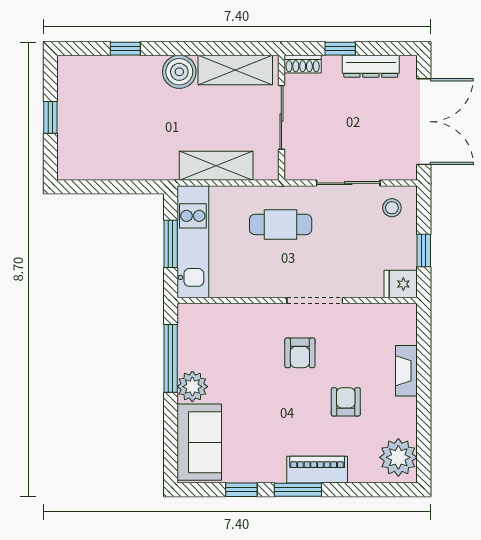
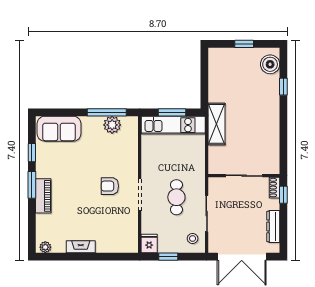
window: (340, 49) -> (283, 195), moved
shelving: (235, 70) -> (271, 149), removed
boiler: (179, 72) -> (270, 64), moved
shelving: (216, 166) -> (217, 124), moved
cafe table: (281, 224) -> (176, 197), moved
fireplace: (406, 371) -> (81, 247), moved
plant: (192, 387) -> (112, 125), moved
armchair: (346, 402) -> (82, 212), removed
plant: (398, 457) -> (45, 247), width x0.53, depth x0.53

